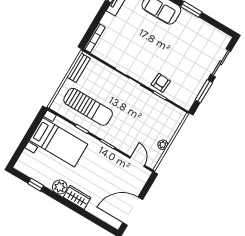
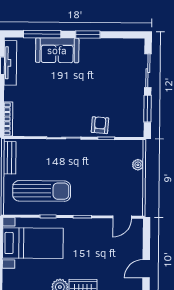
plant: (163, 145) -> (138, 165), moved
door: (137, 162) -> (122, 217), swing flipped
door: (133, 211) -> (146, 269), width x0.53

